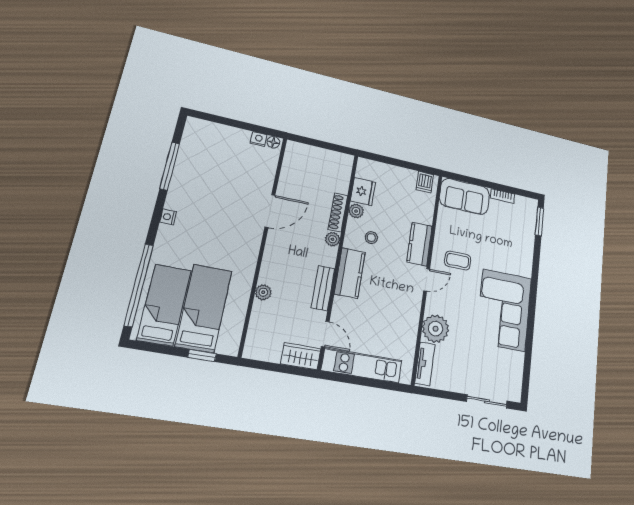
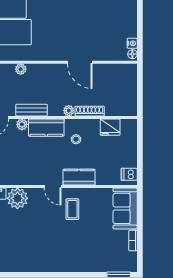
plant: (356, 211) -> (22, 124), moved
corner sofa: (504, 310) -> (41, 251), removed

